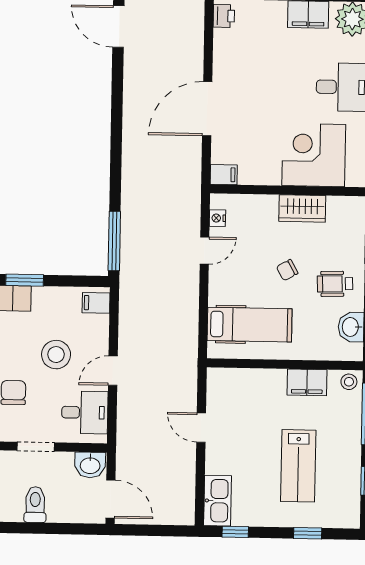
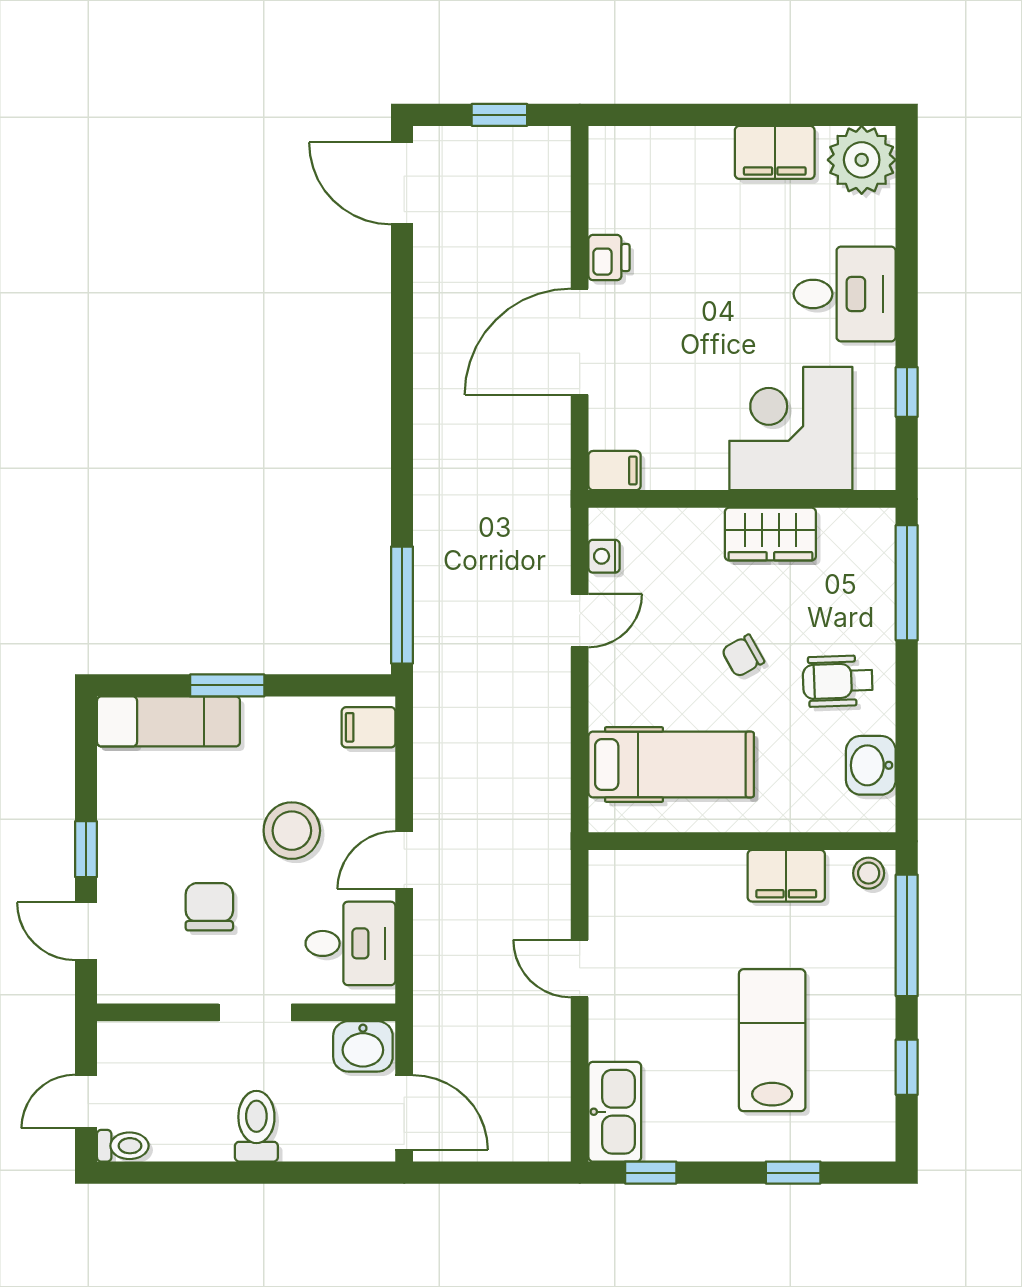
printer: (224, 16) -> (609, 258), moved
lab bench: (298, 466) -> (772, 1040), turned 180

